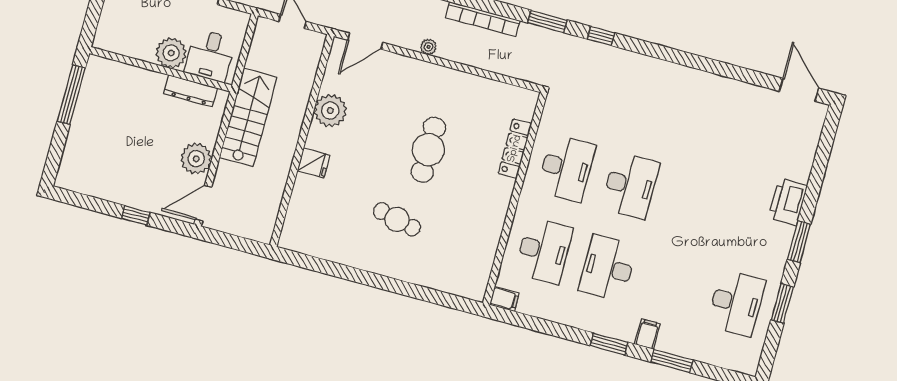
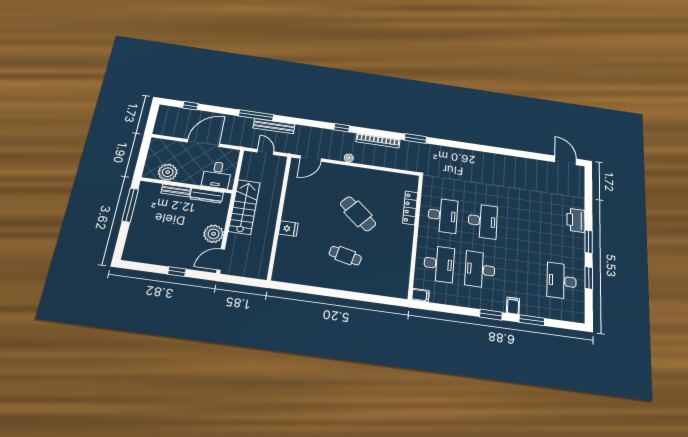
window: (601, 36) -> (448, 143), removed
plant: (171, 53) -> (168, 172), moved
bench: (143, 77) -> (176, 190), added
plant: (330, 111) -> (295, 198), removed
cafe table: (428, 150) -> (358, 214), turned -49
desk: (736, 303) -> (562, 281), turned 180

